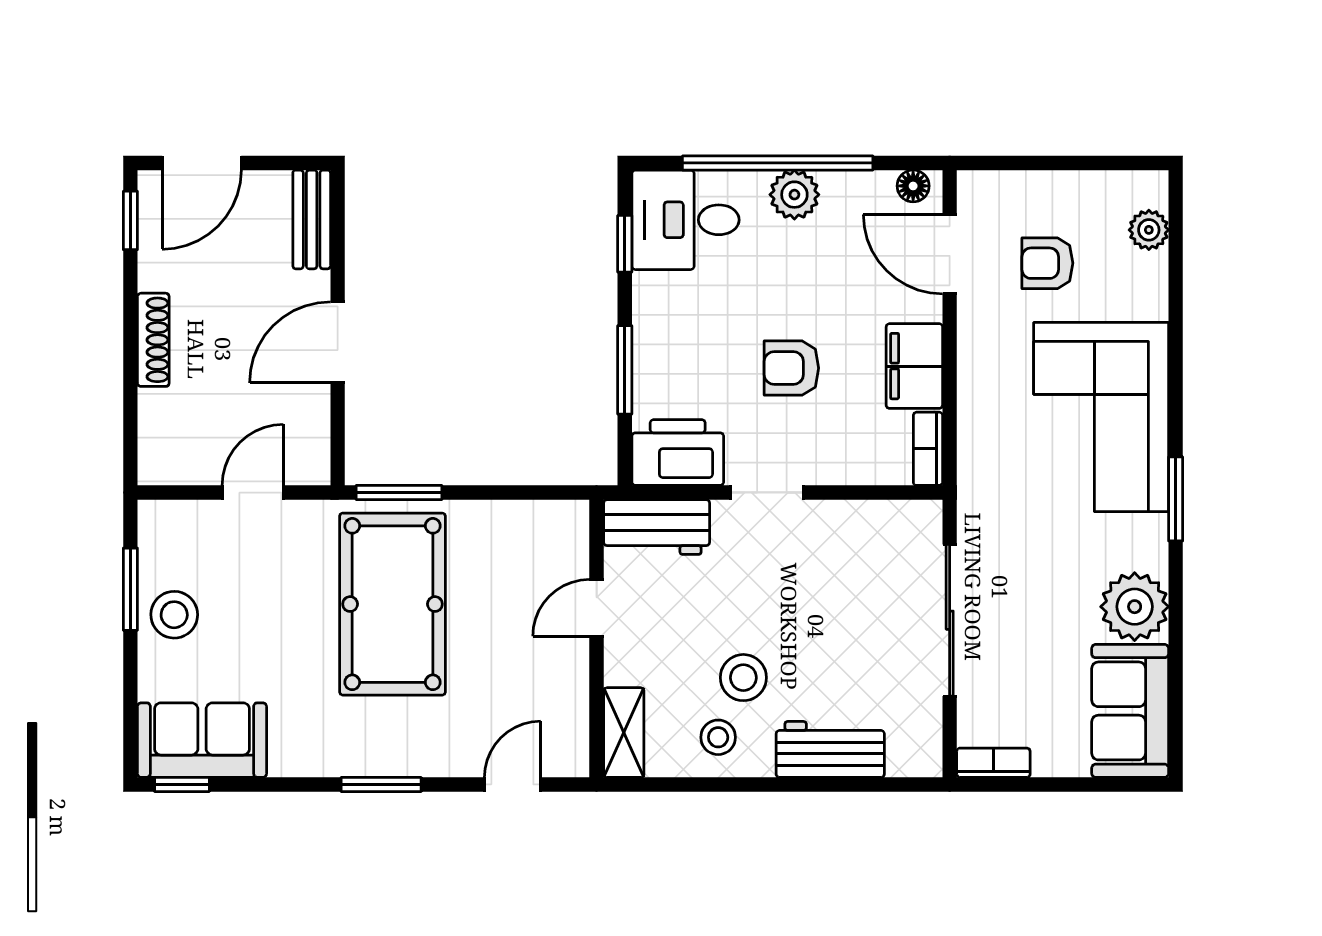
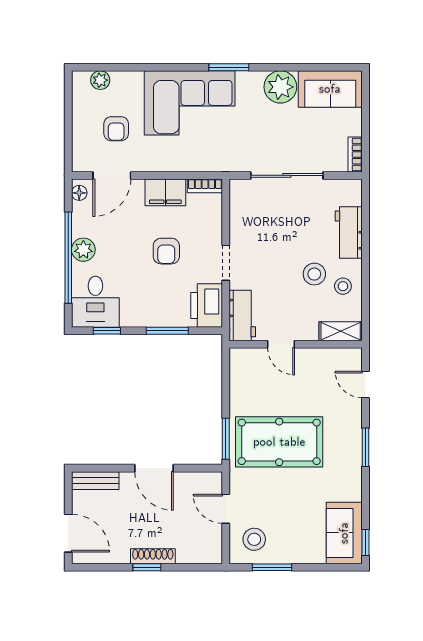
window: (130, 220) -> (147, 567), moved
stool: (174, 615) -> (254, 539), moved

